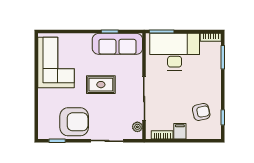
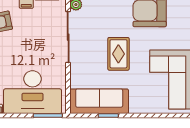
rug: (101, 85) -> (118, 54), turned 90

